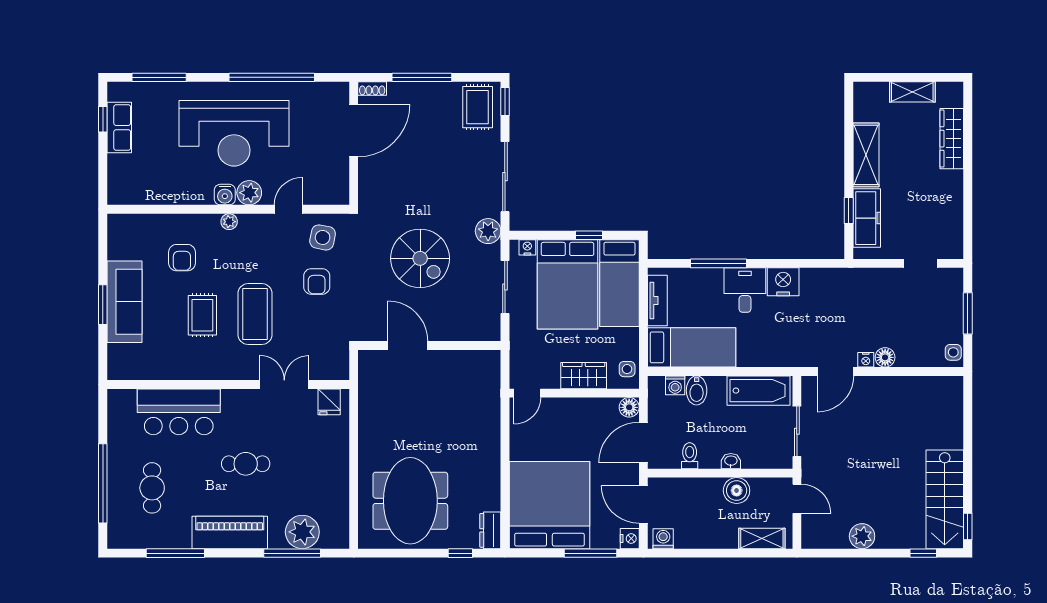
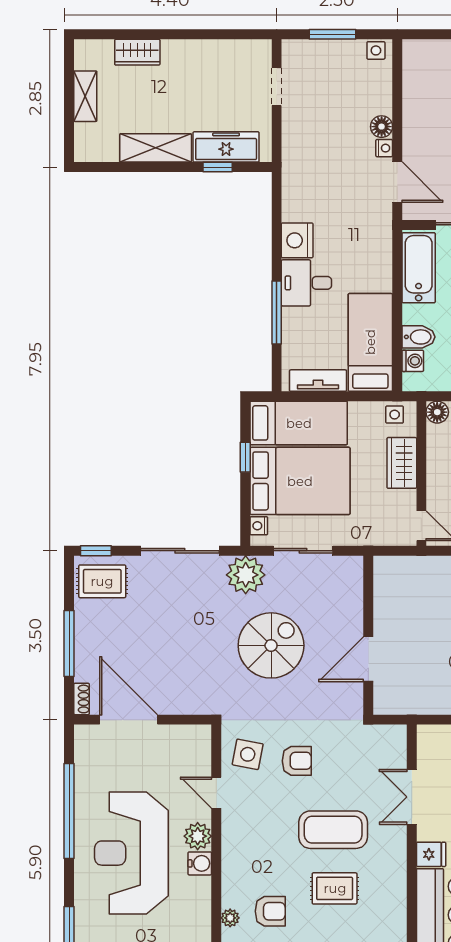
reception desk: (234, 133) -> (131, 853), turned 180
wardrobe: (952, 139) -> (137, 52), width x0.67
plant: (229, 222) -> (230, 918), moved
plant: (488, 231) -> (246, 575), width x1.36, depth x1.36
fridge: (329, 402) -> (431, 854), moved

